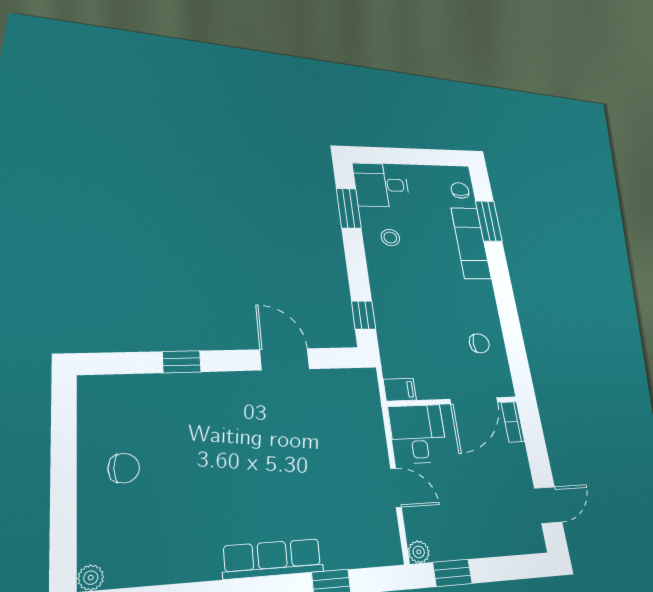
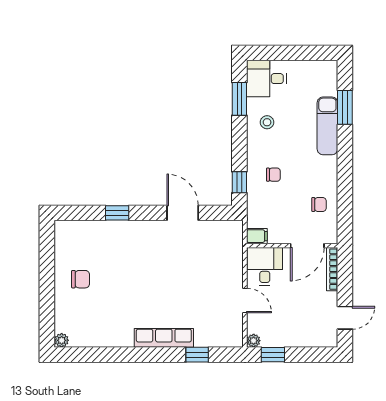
chair: (460, 190) -> (273, 175), moved, turned 90
bookcase: (513, 422) -> (332, 269), width x1.56

